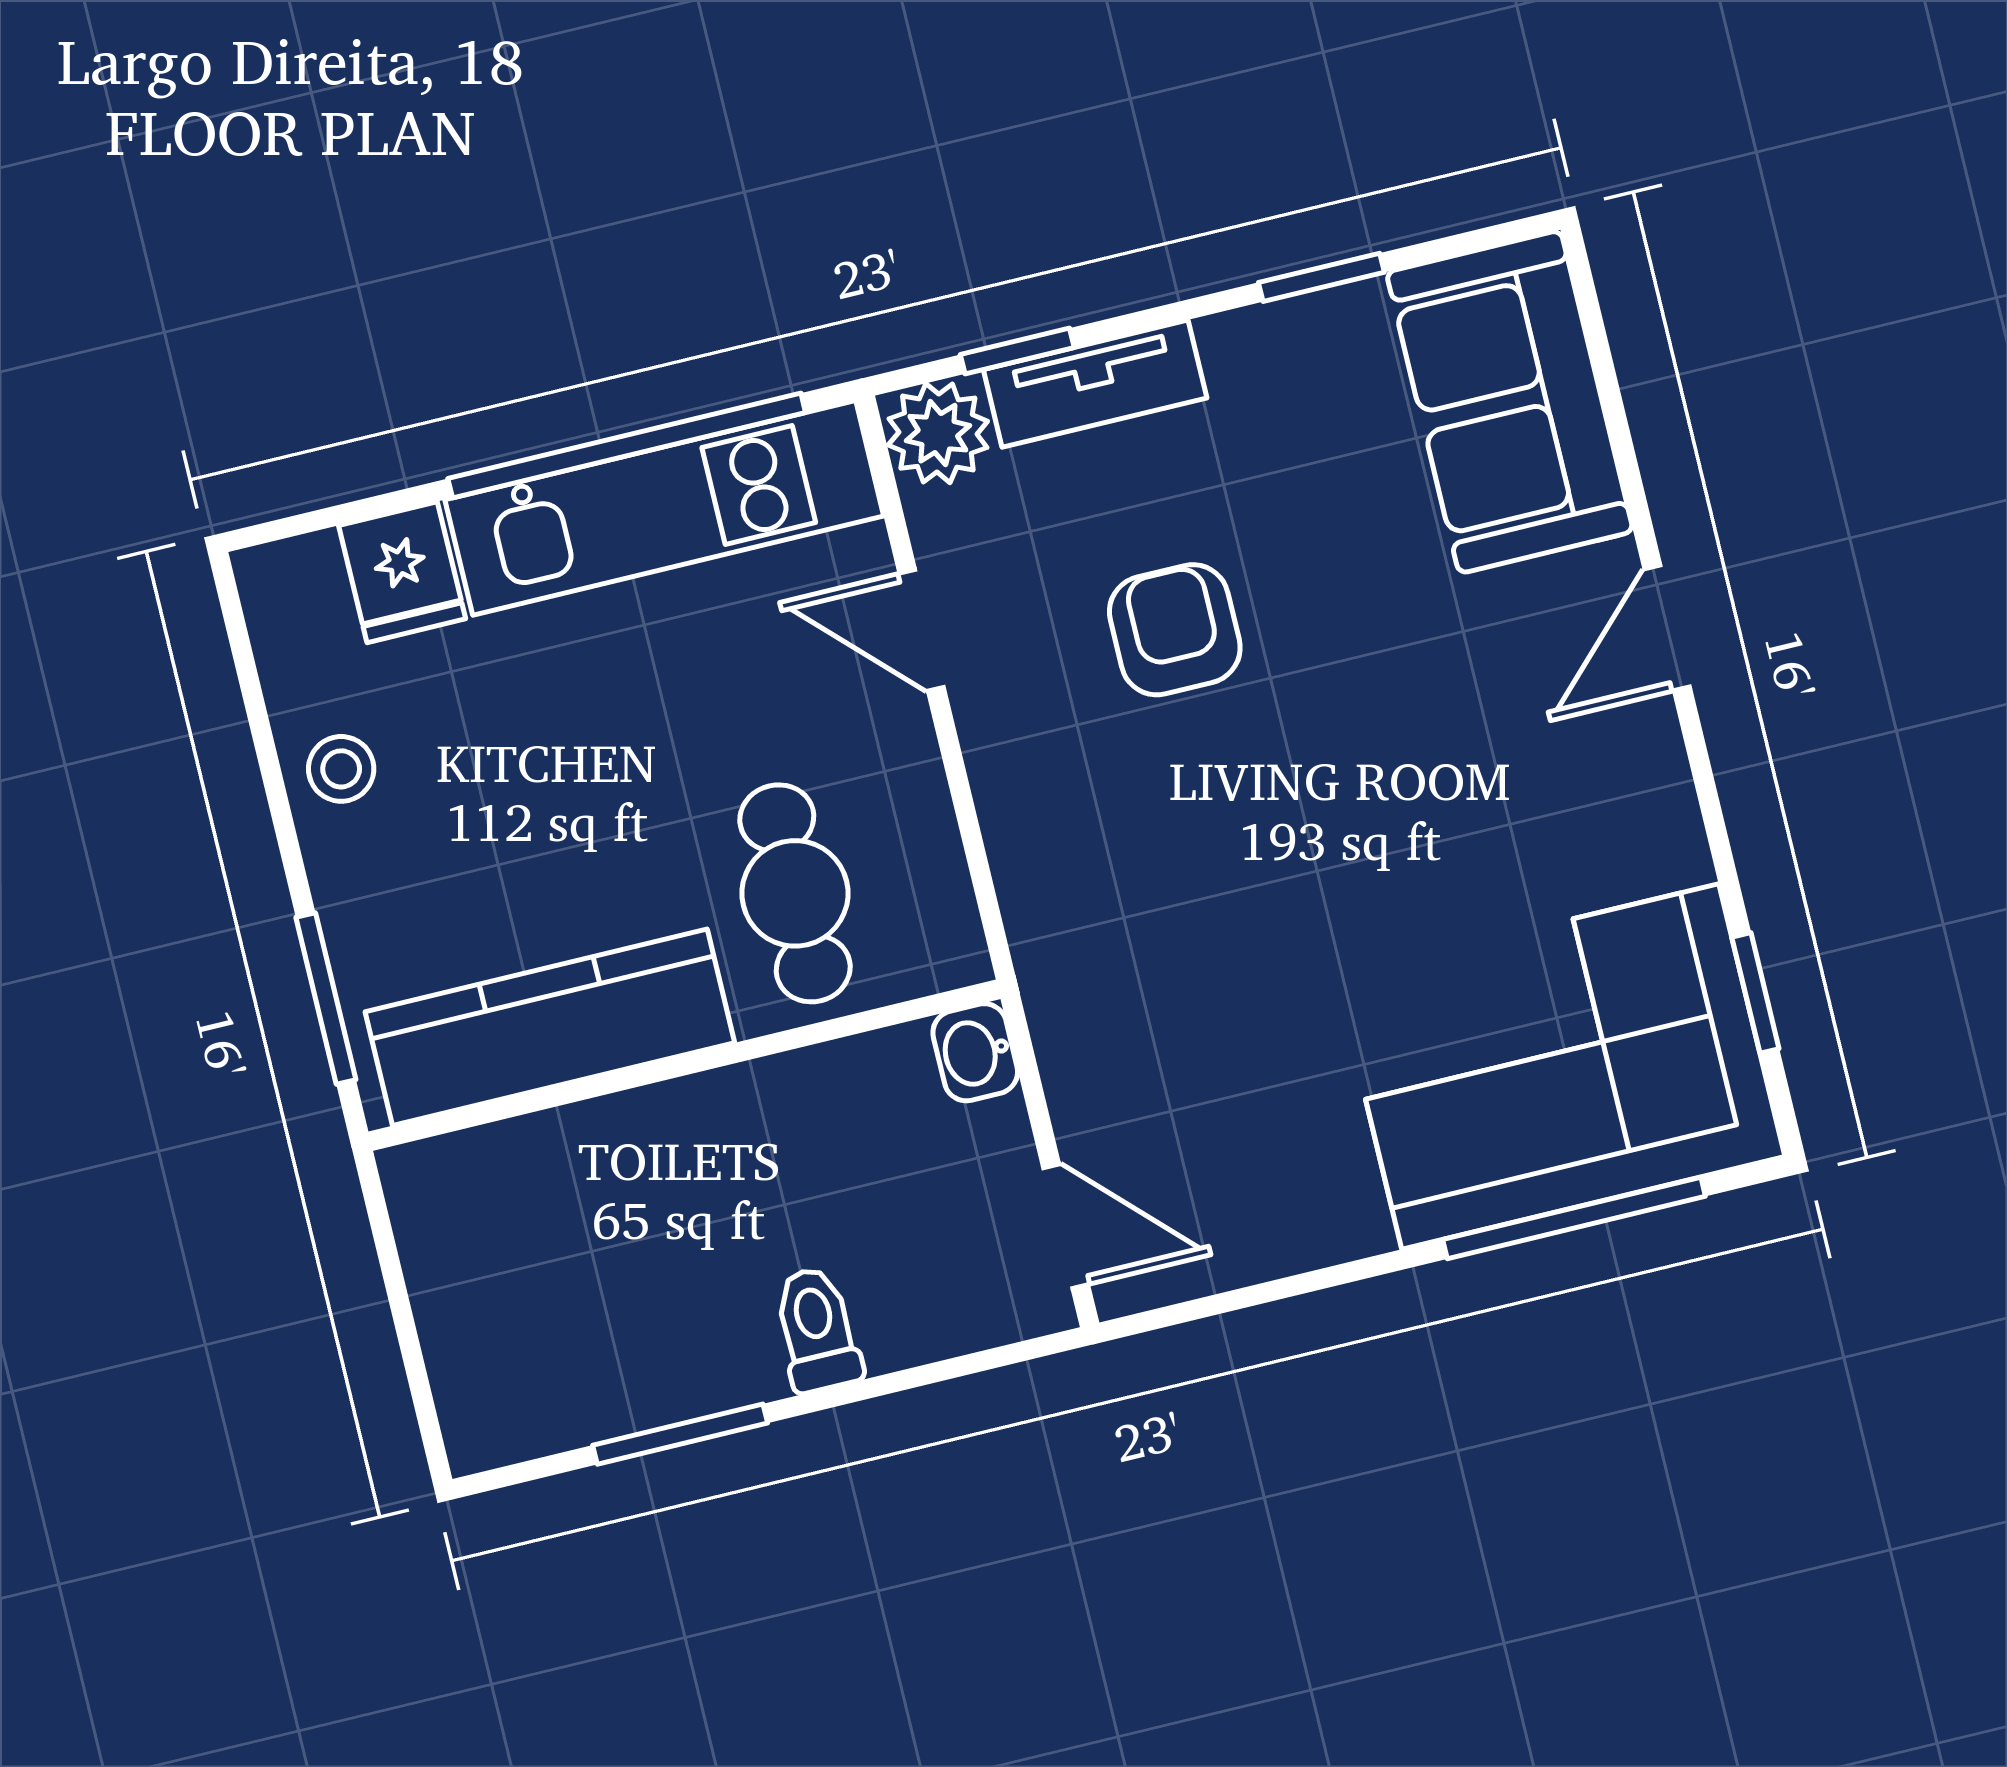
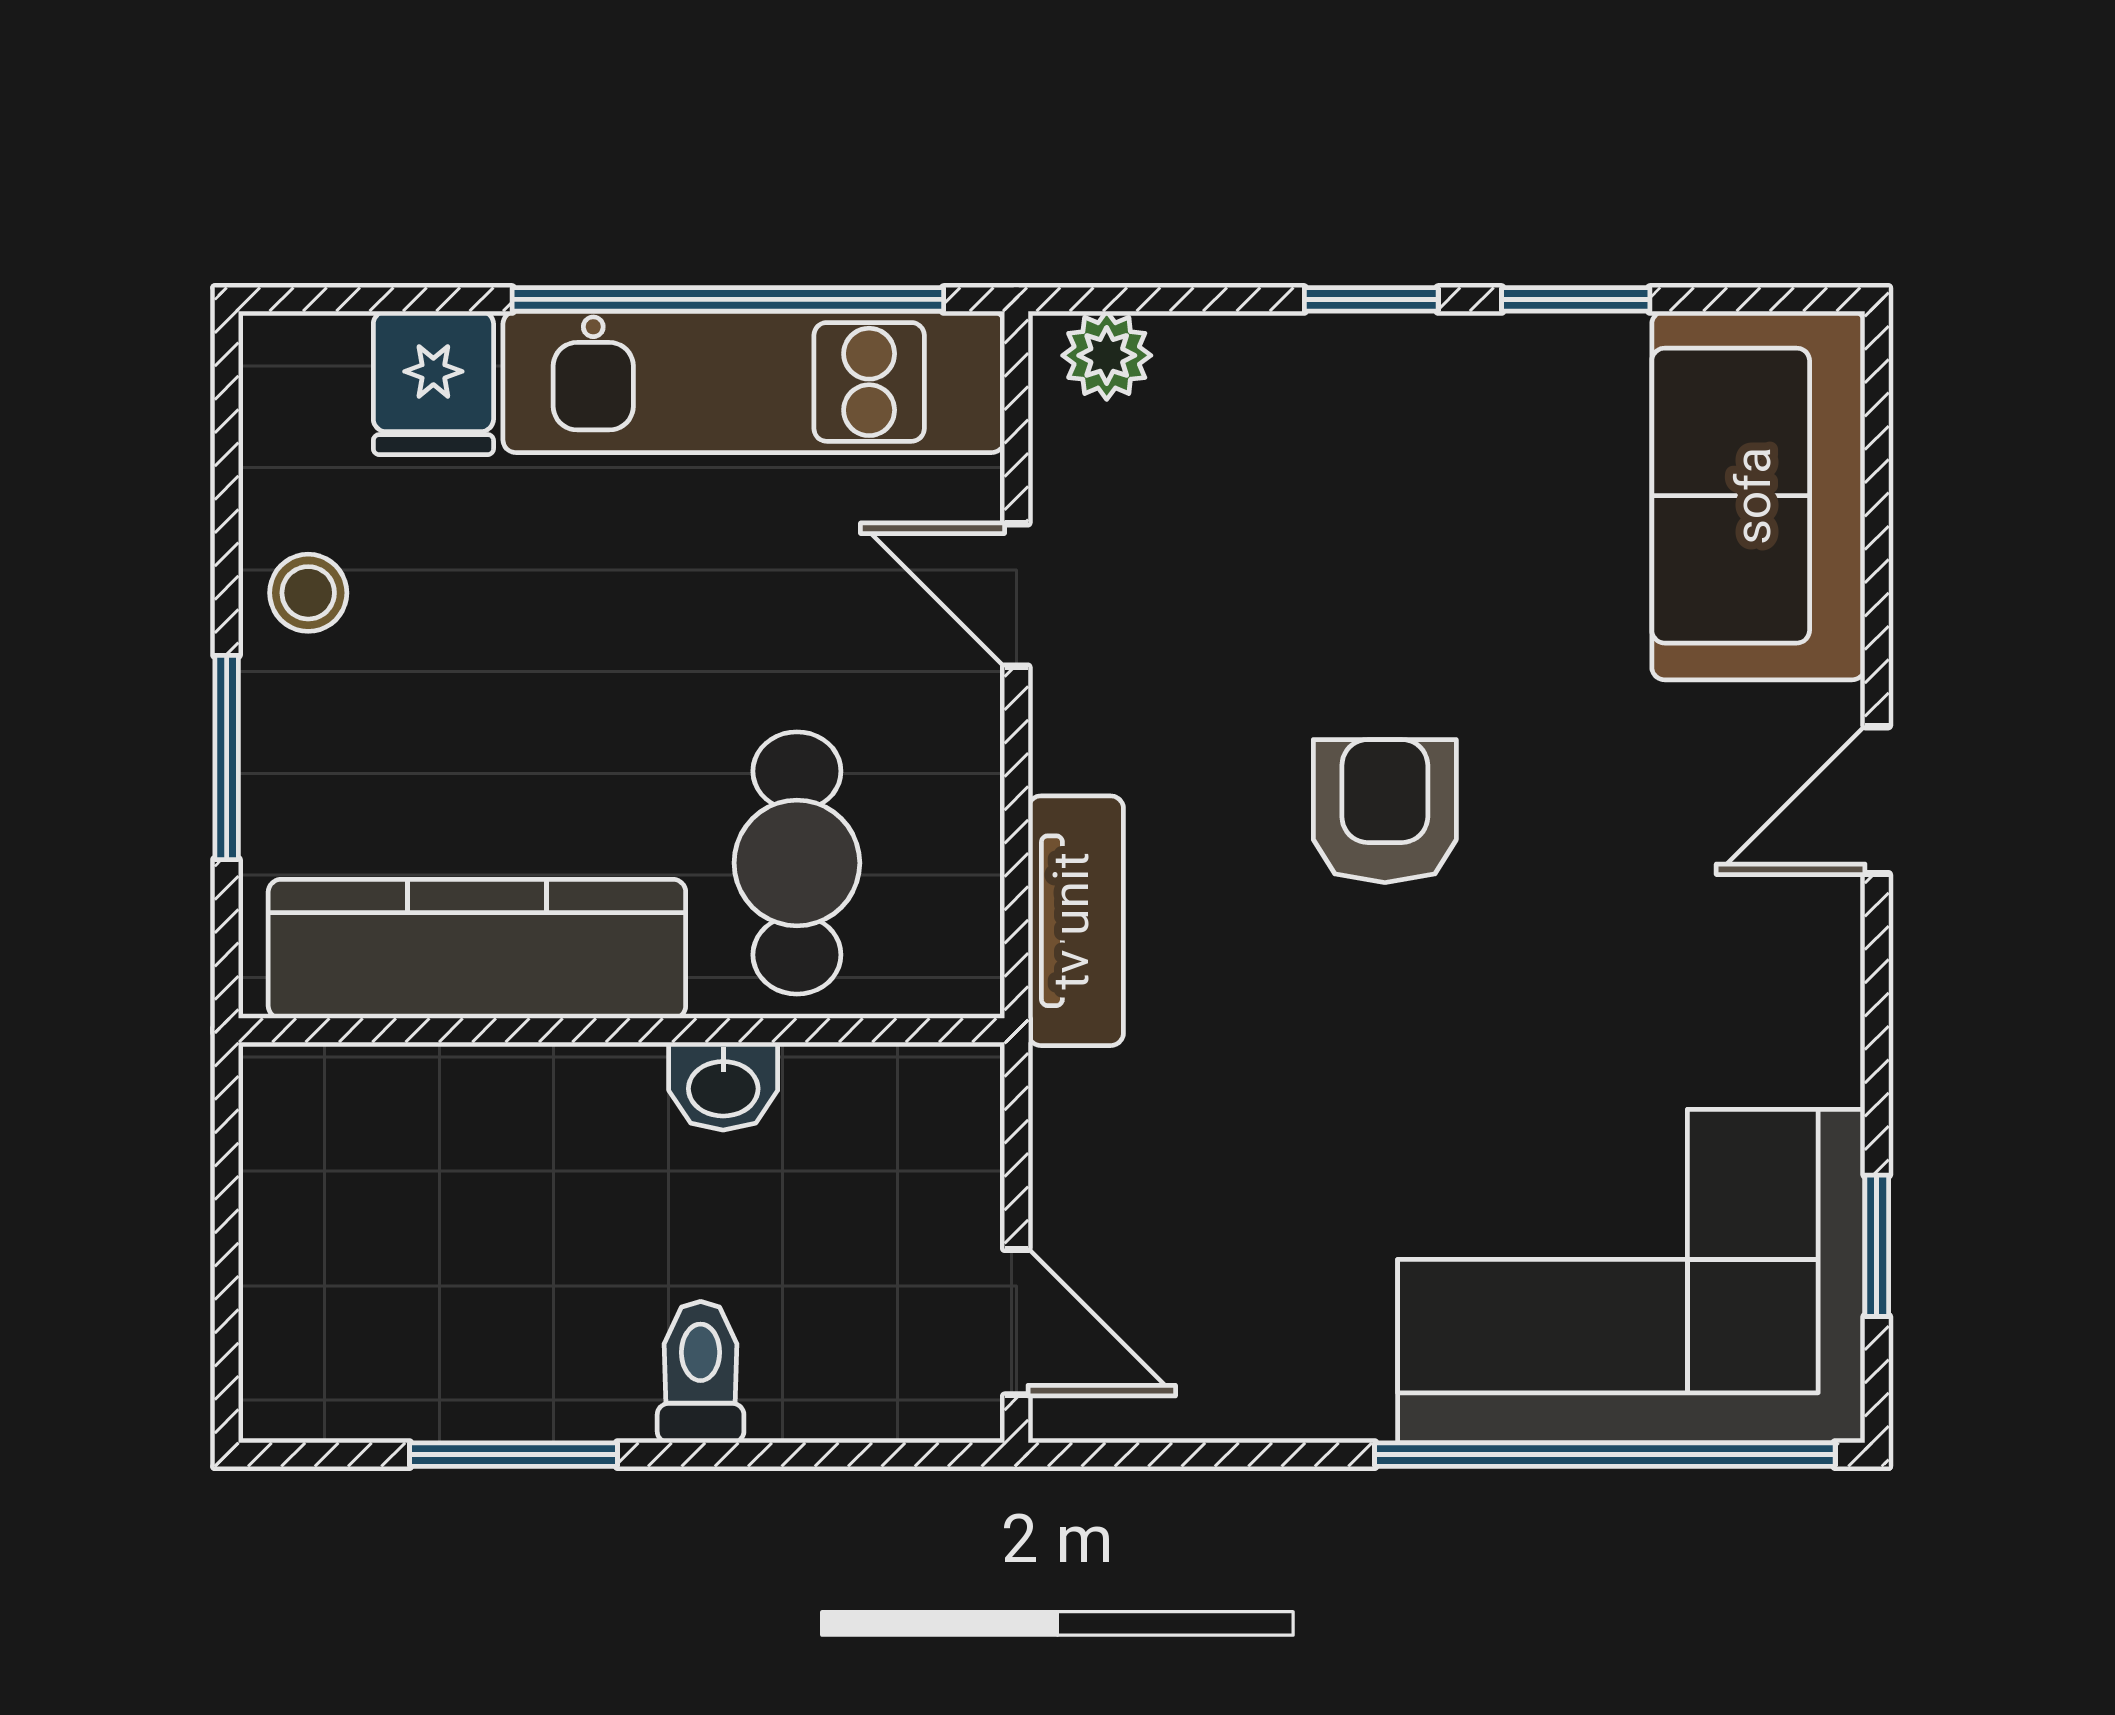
window: (1017, 351) -> (1371, 299), moved
tv unit: (1095, 384) -> (1076, 921), moved, turned -90
plant: (938, 433) -> (1107, 355), width x0.73, depth x0.73
armchair: (1175, 630) -> (1385, 811), moved
window: (326, 998) -> (227, 757), moved
washbasin: (975, 1052) -> (723, 1086), moved, turned -90
window: (1574, 1218) -> (1605, 1455), width x1.46

